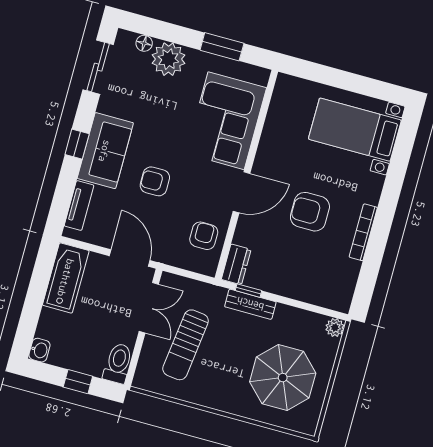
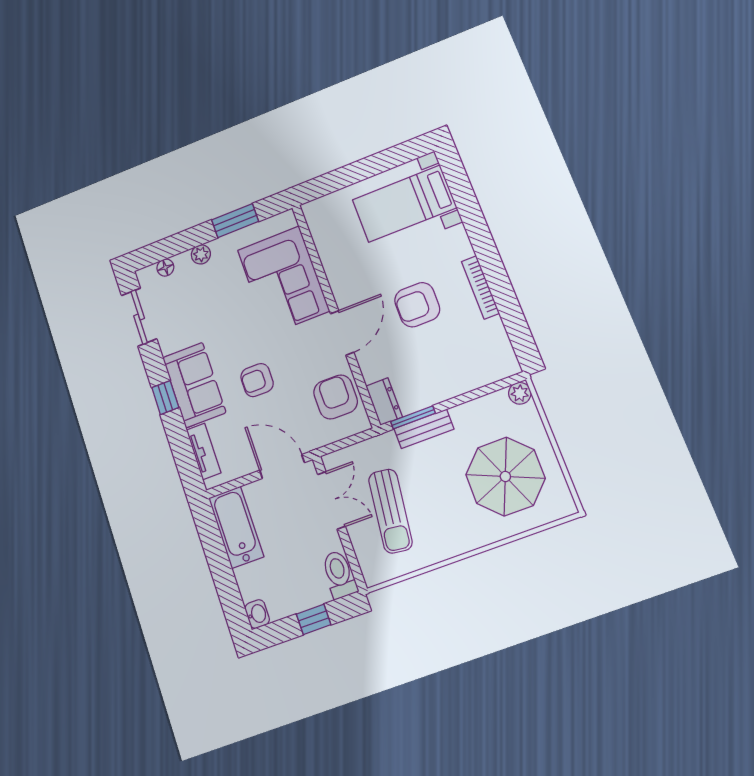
plant: (168, 59) -> (201, 254), width x0.53, depth x0.53
armchair: (204, 236) -> (336, 397), width x1.38, depth x1.38
window: (248, 291) -> (413, 417), width x1.50

